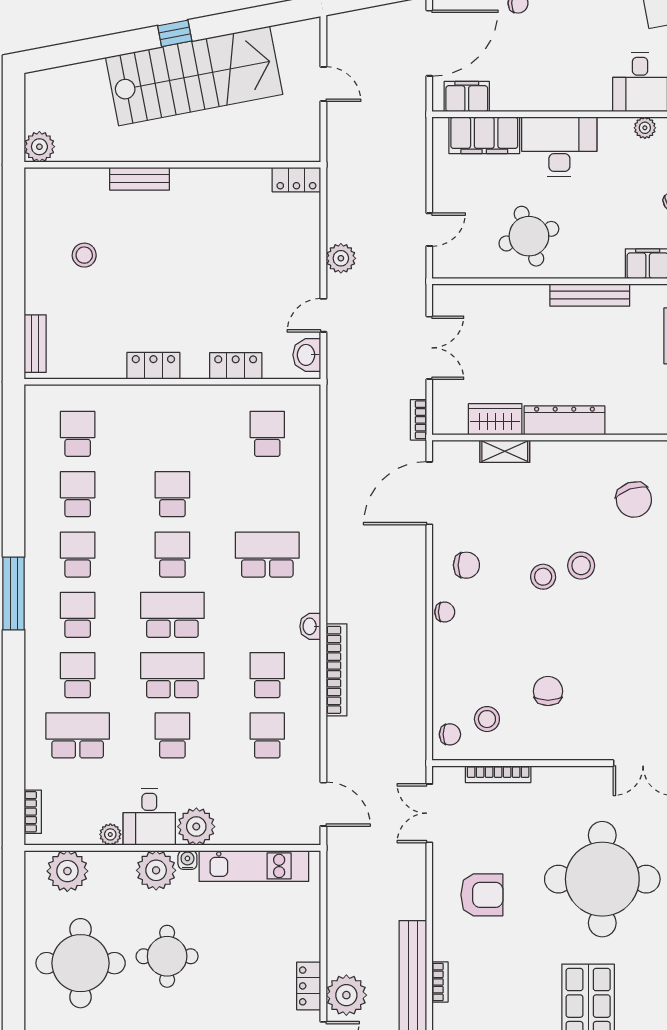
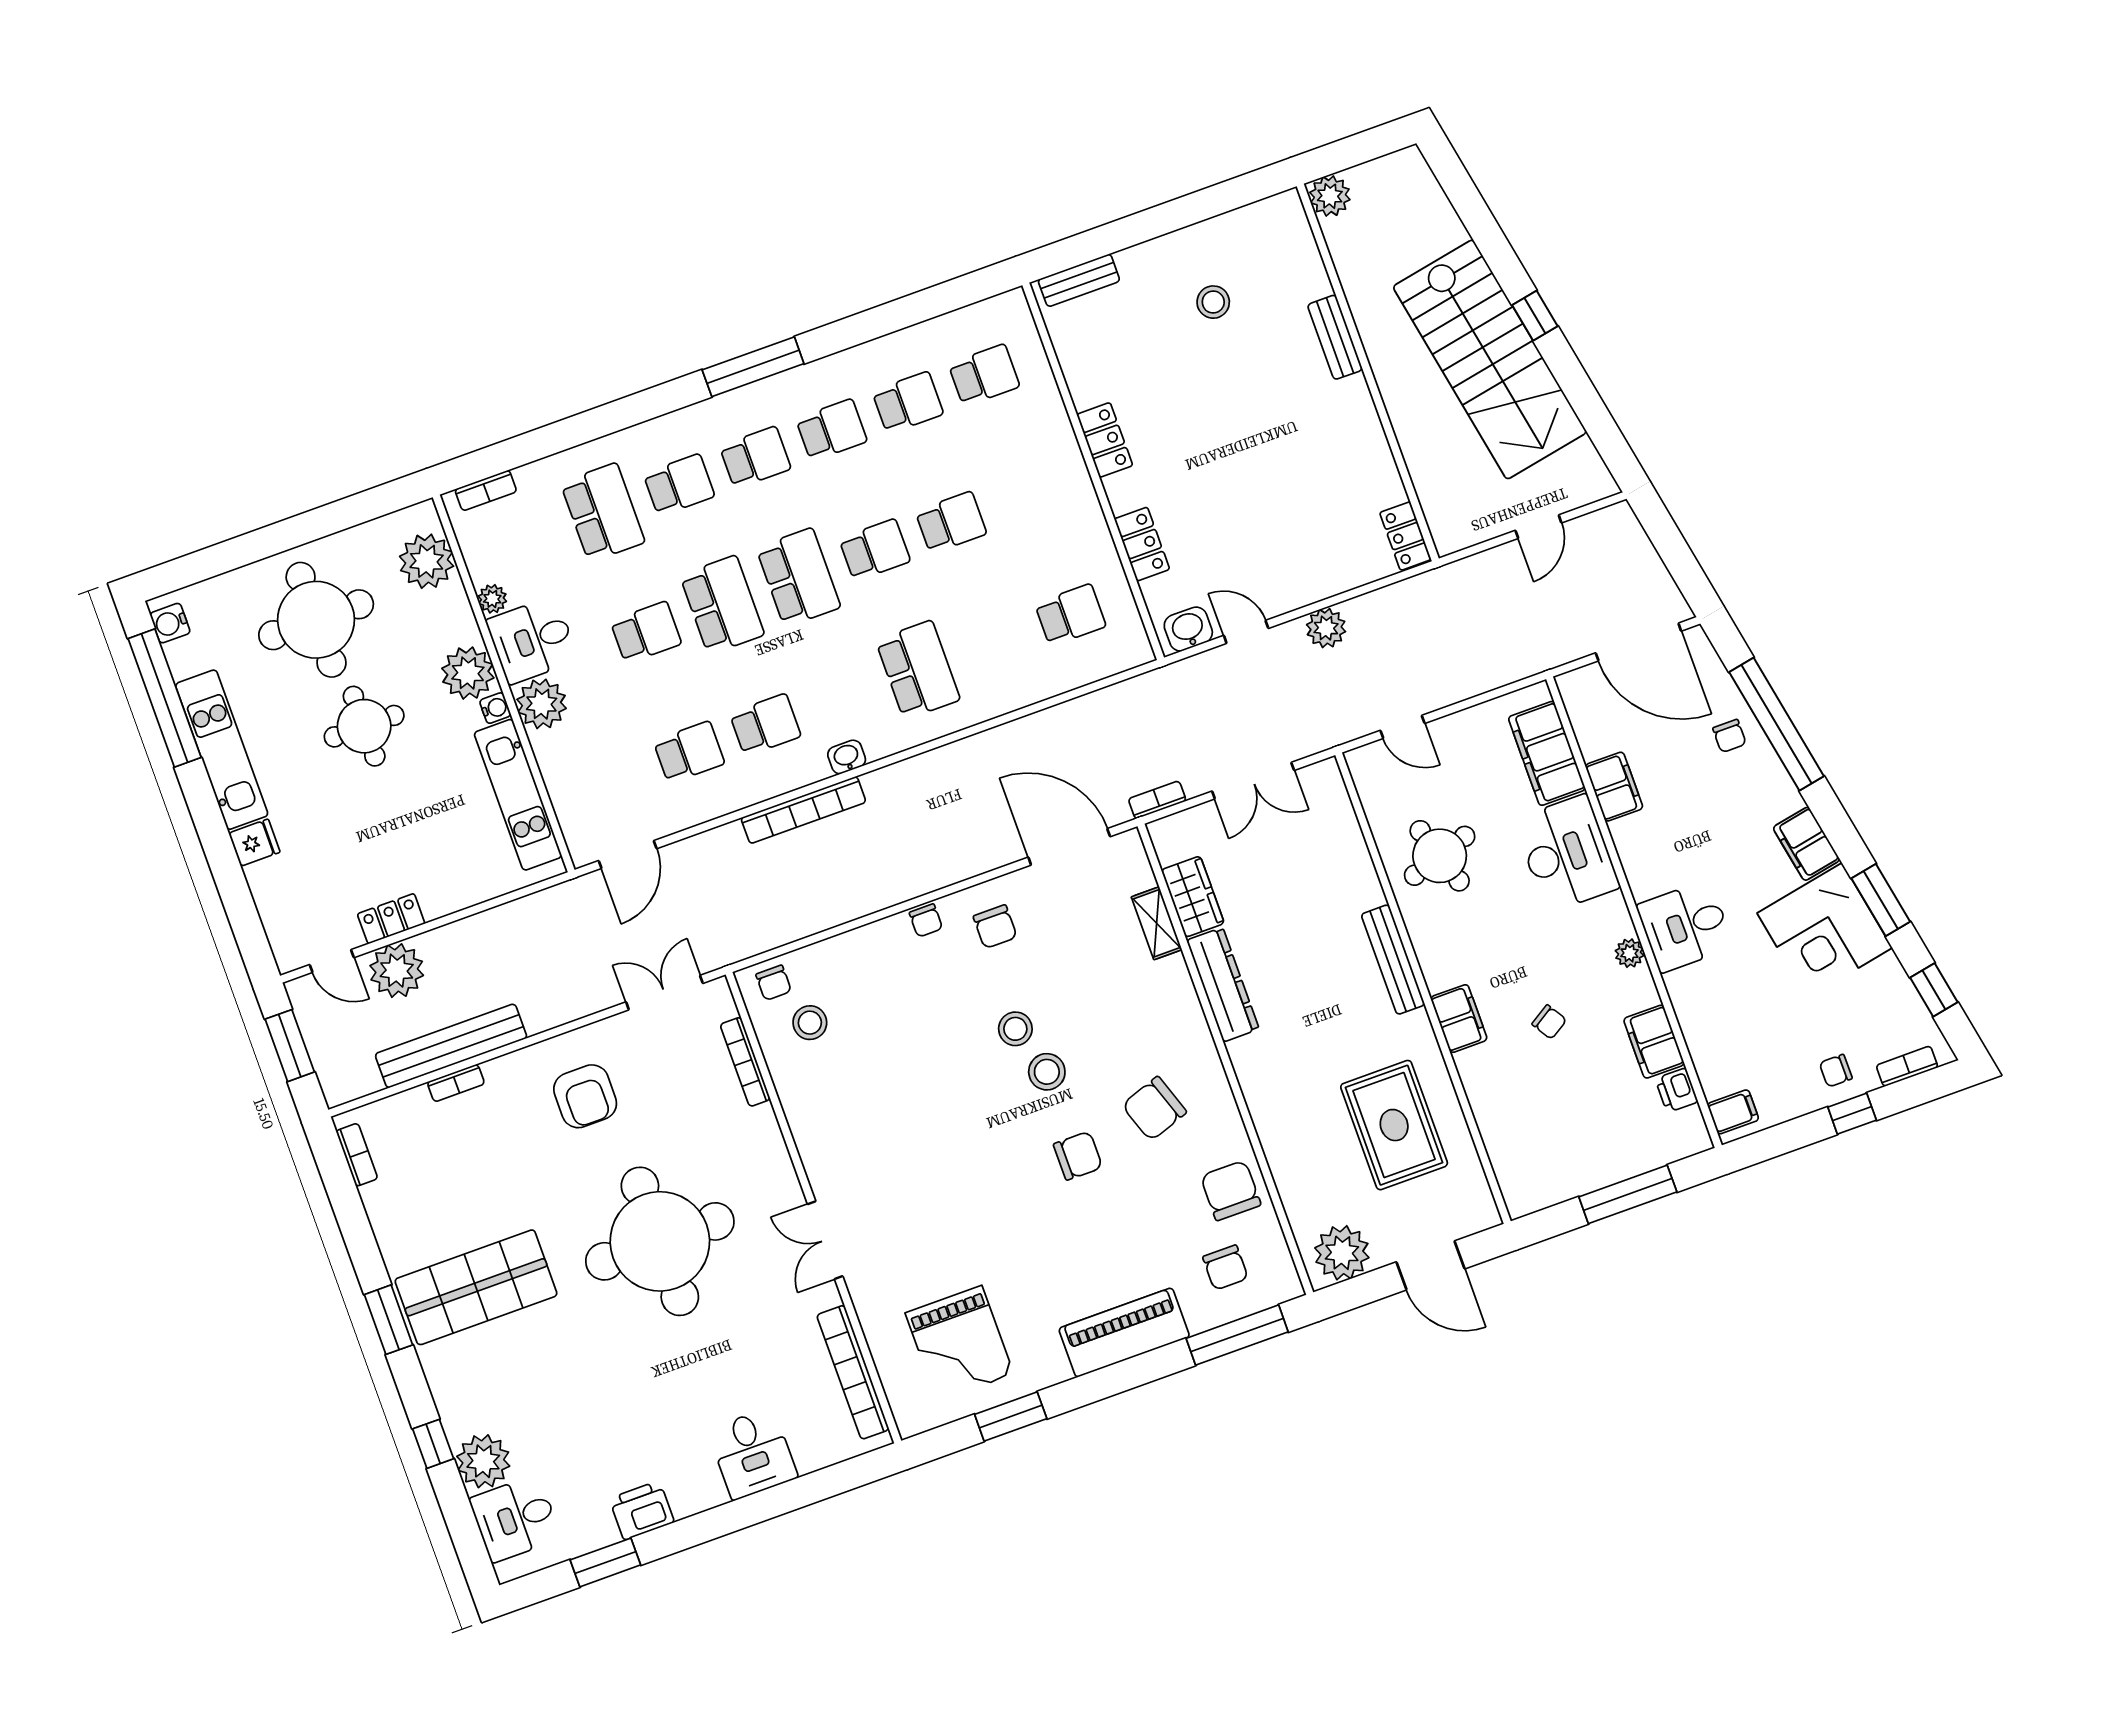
filing cabinet: (467, 97) -> (1614, 787), moved
chair: (548, 691) -> (1078, 1156), moved

